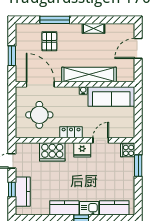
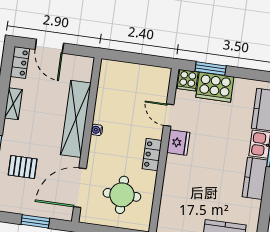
locker: (124, 29) -> (20, 63), added
sofa: (111, 96) -> (110, 92), removed
cooker: (52, 152) -> (215, 87), moved, turned 90

